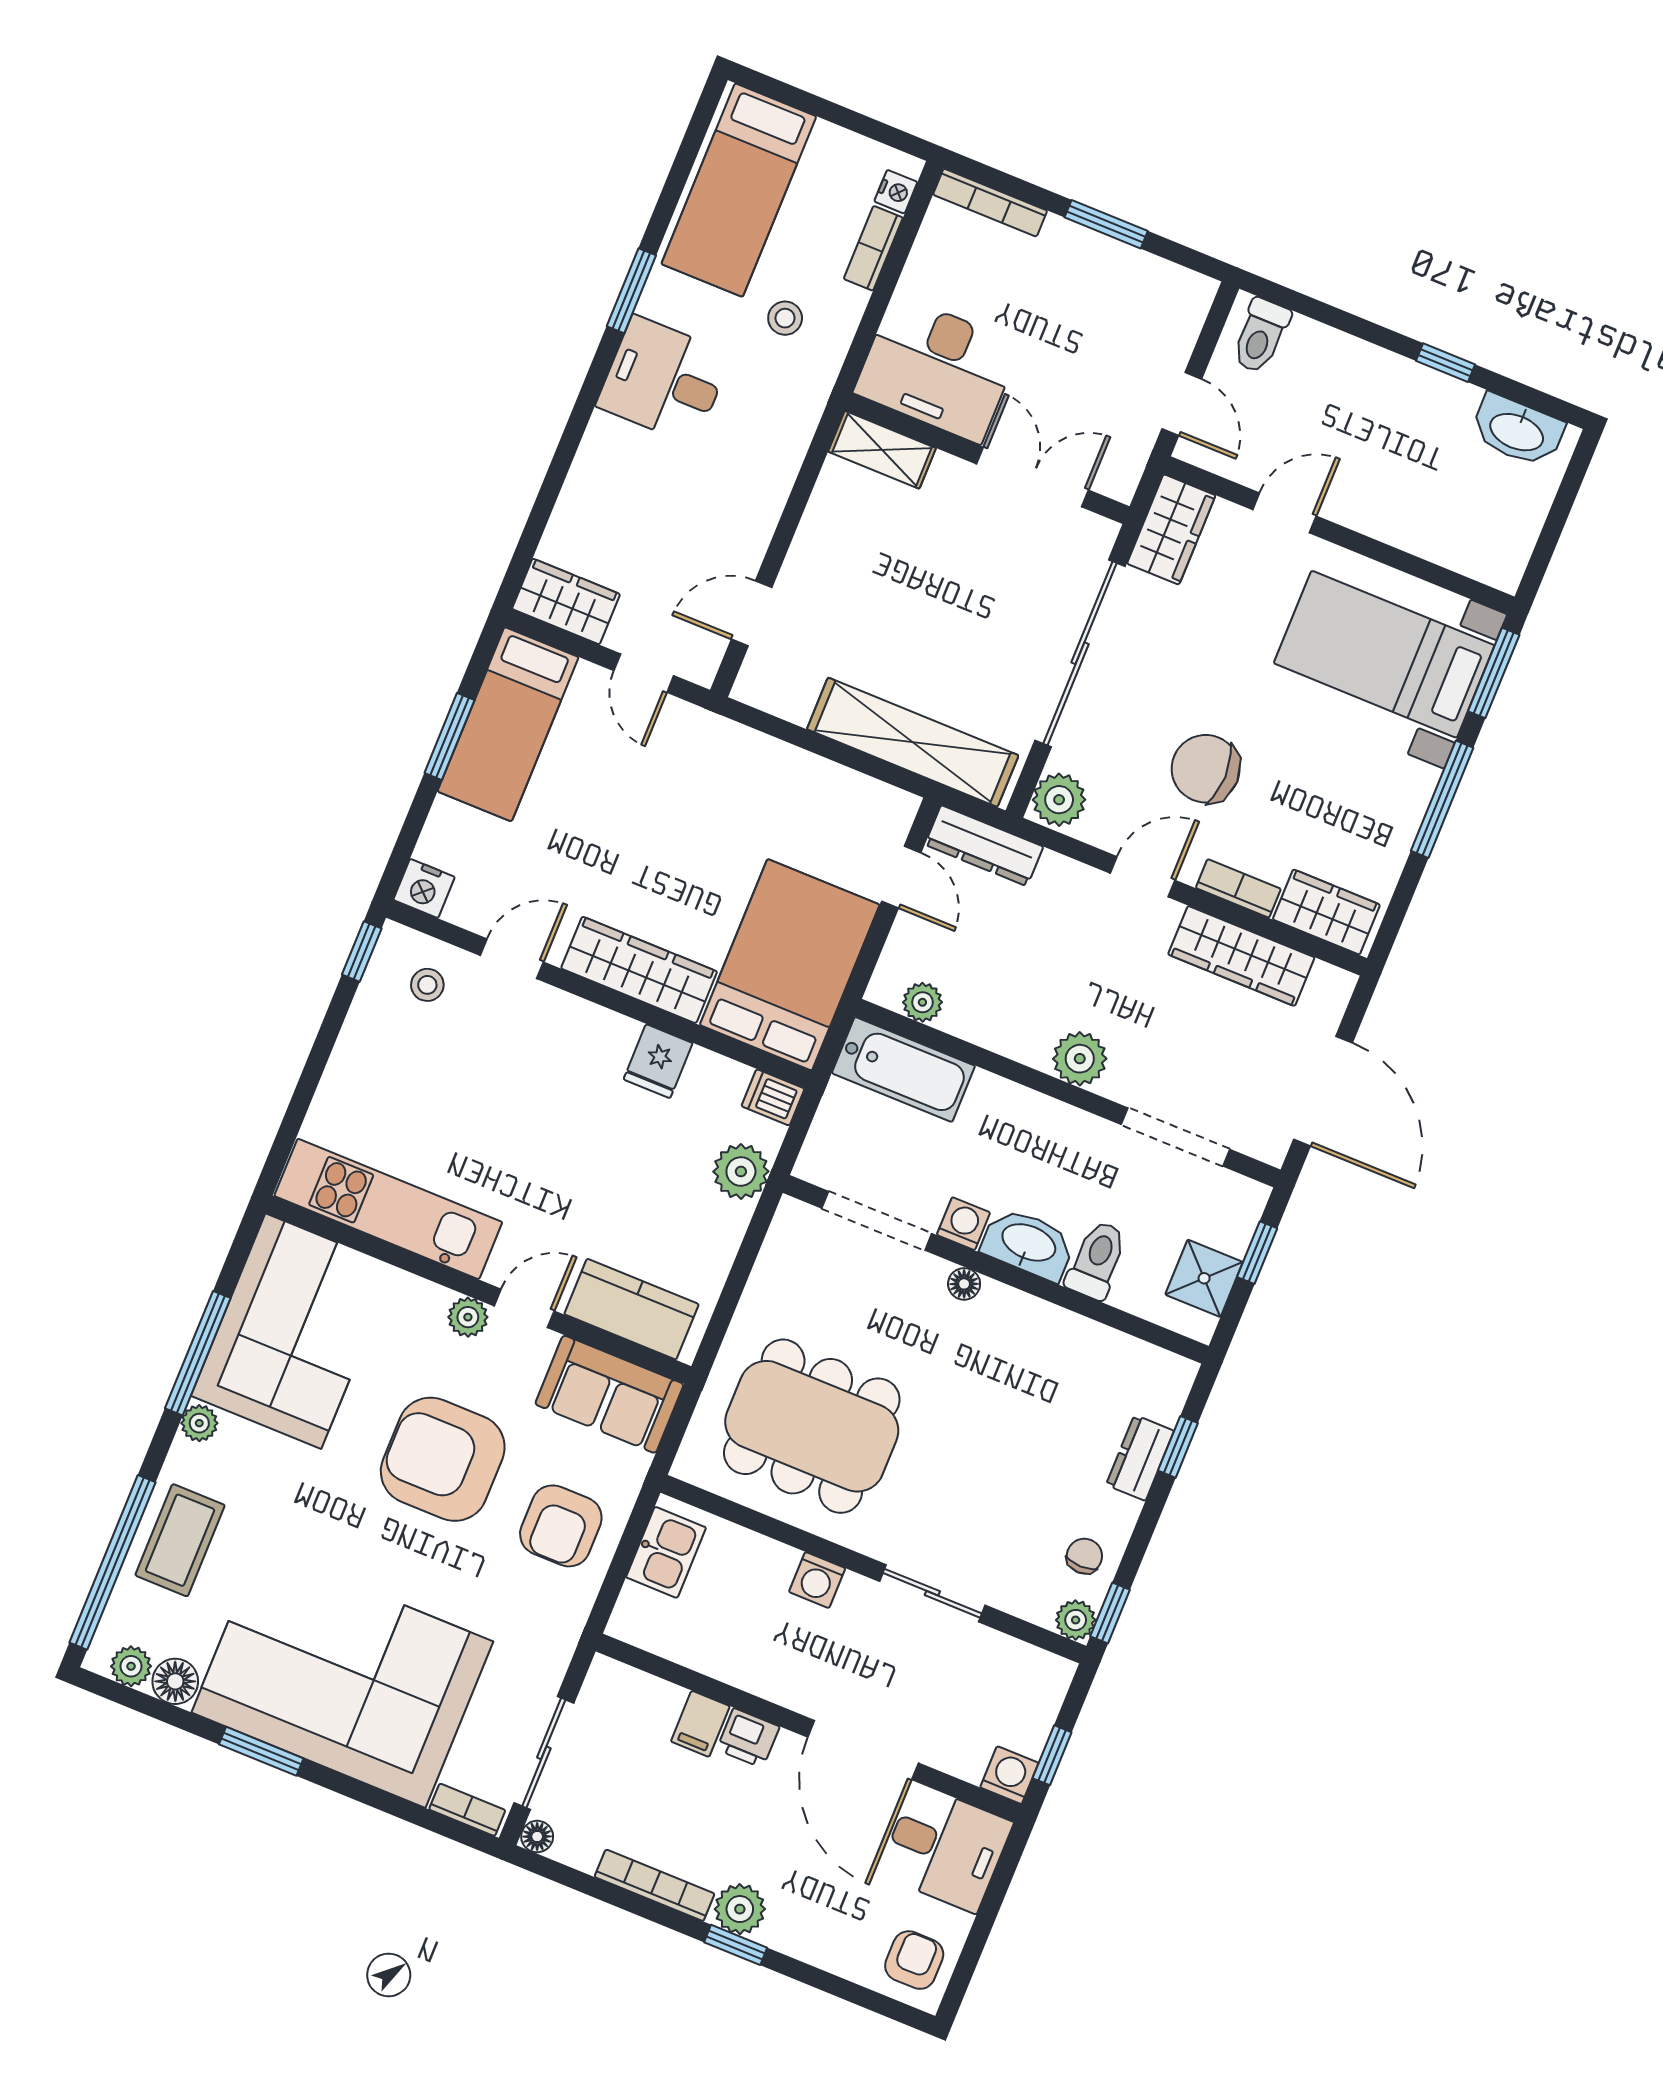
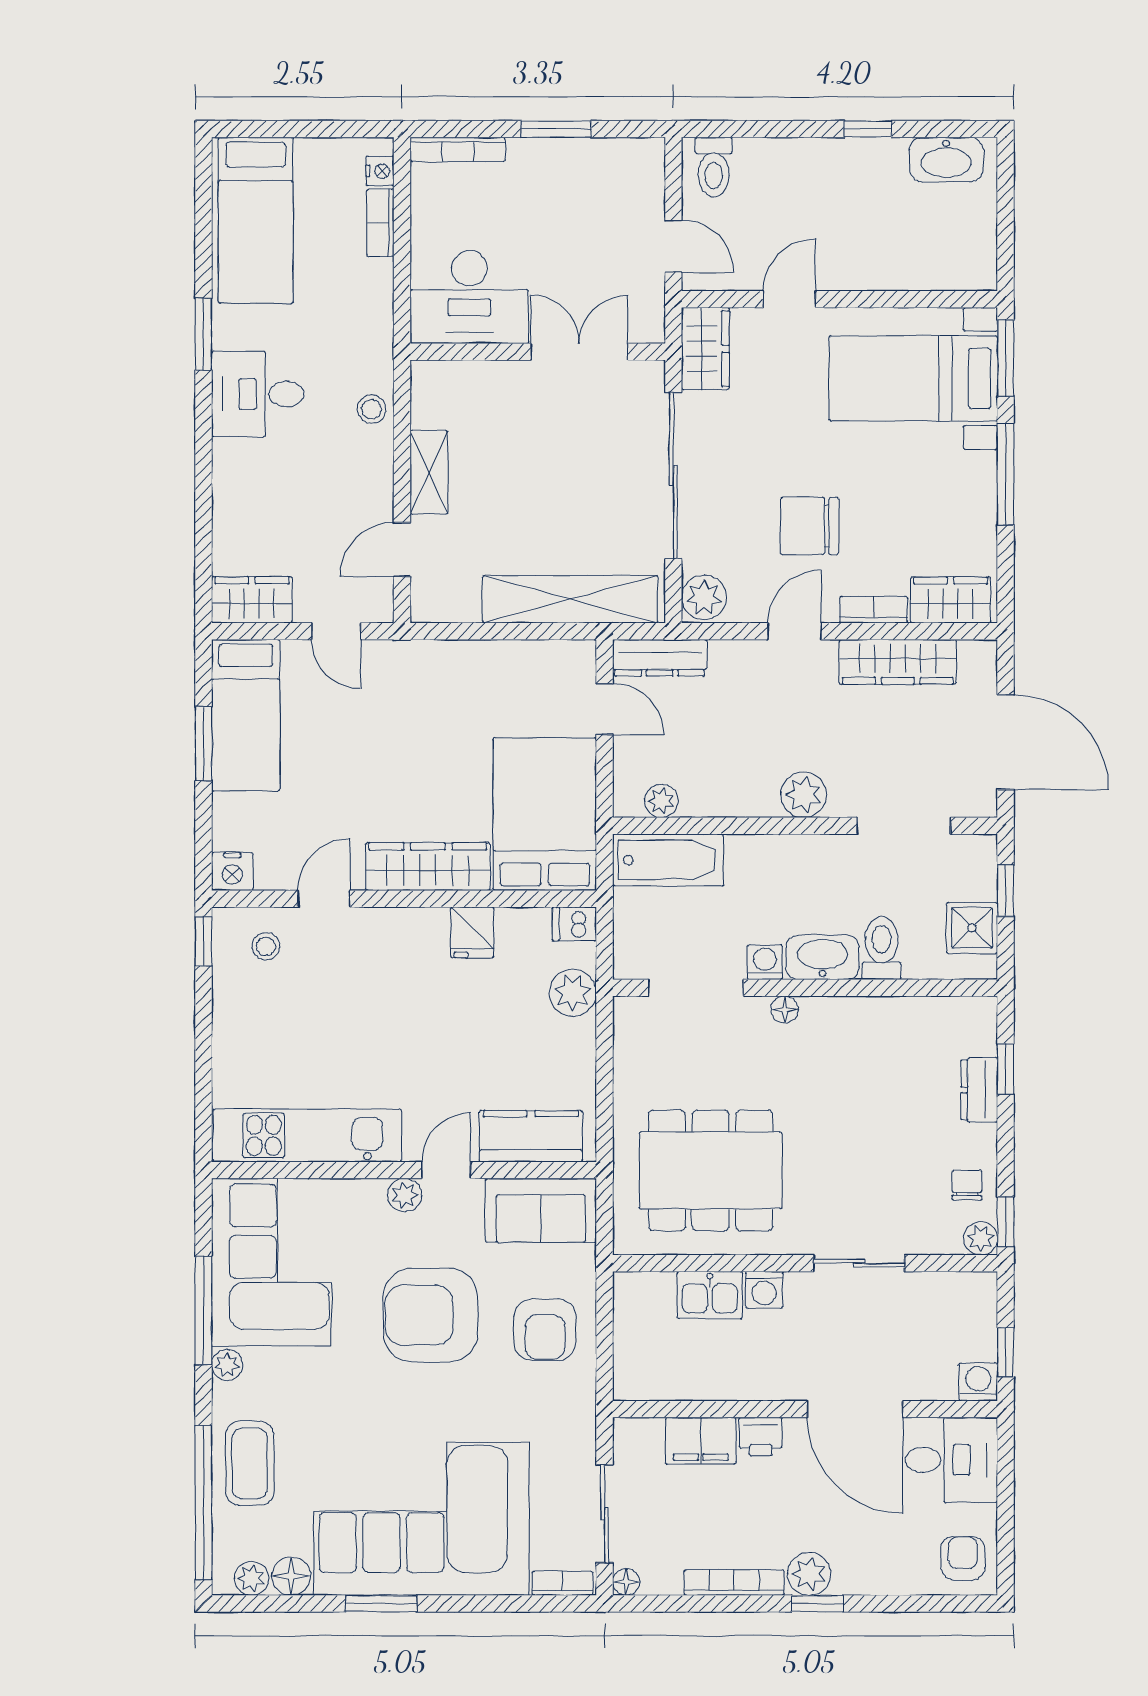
stool: (785, 318) -> (372, 409), moved
shelving: (882, 450) -> (429, 472), moved, turned 90
kitchen sink: (666, 1552) -> (710, 1295), moved, turned 90
filing cabinet: (700, 1724) -> (701, 1441), width x2.00

